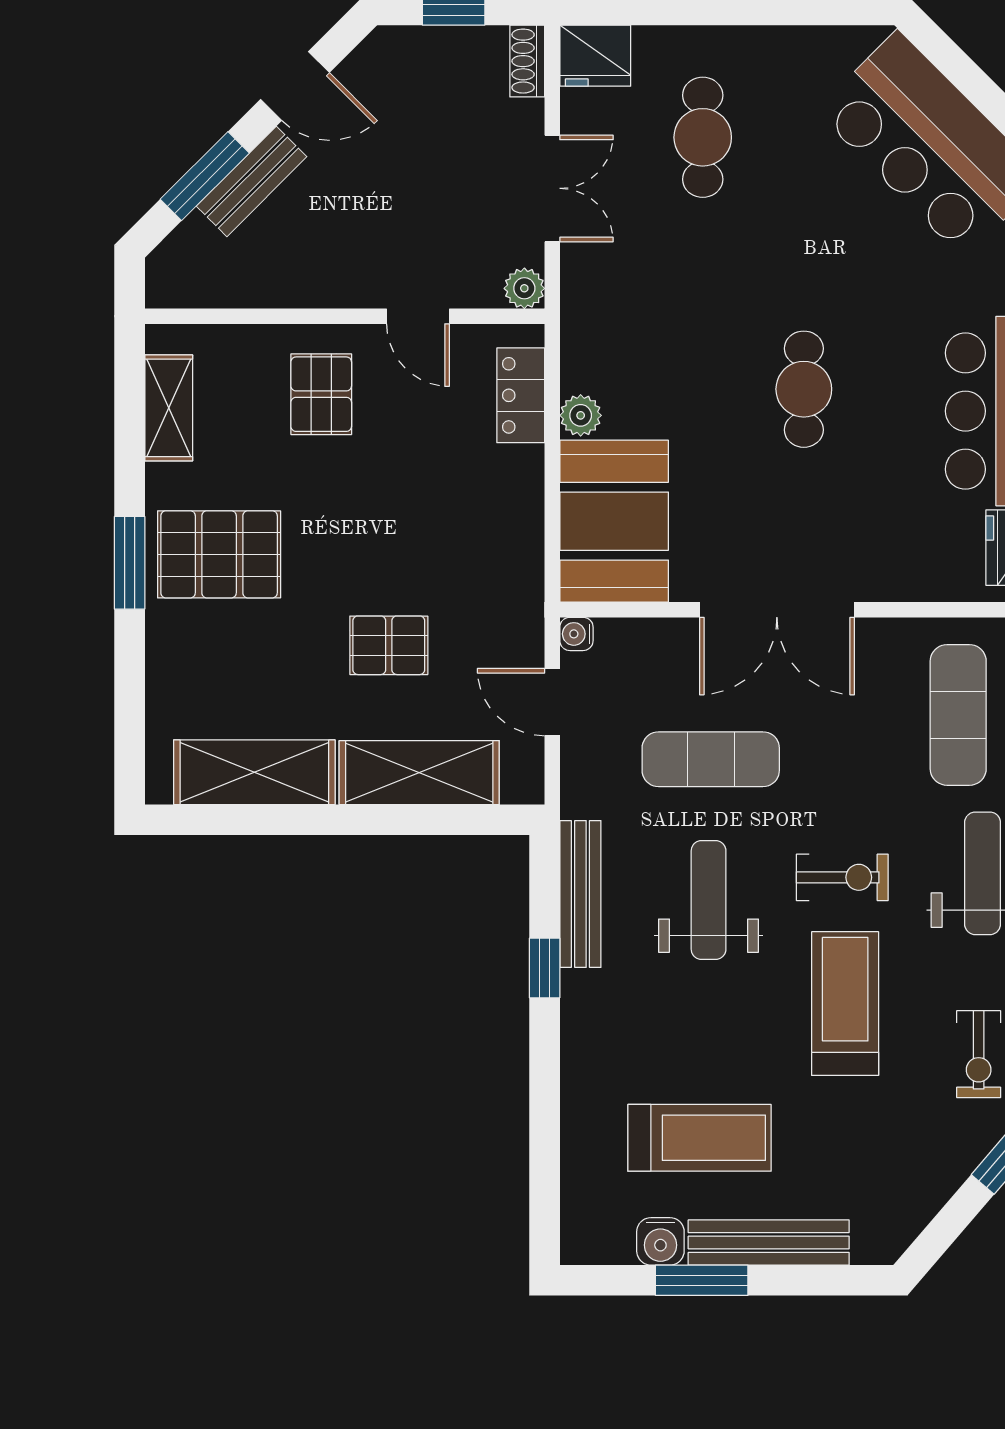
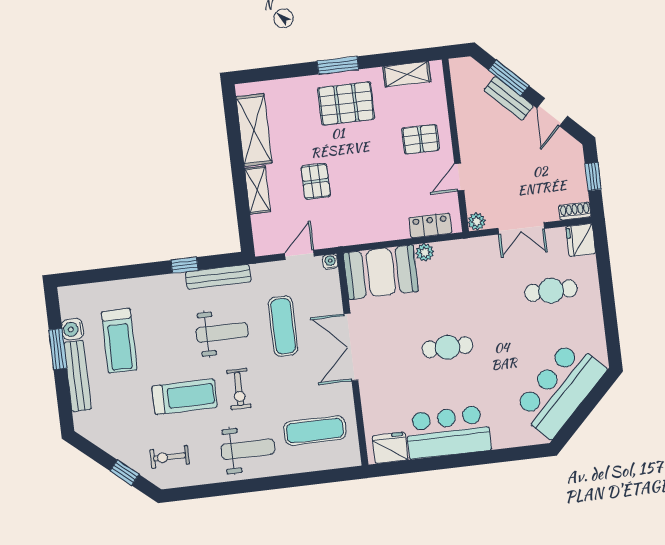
pallet: (219, 554) -> (346, 103), turned 90
shelving: (419, 773) -> (258, 190), width x0.67, depth x0.75

